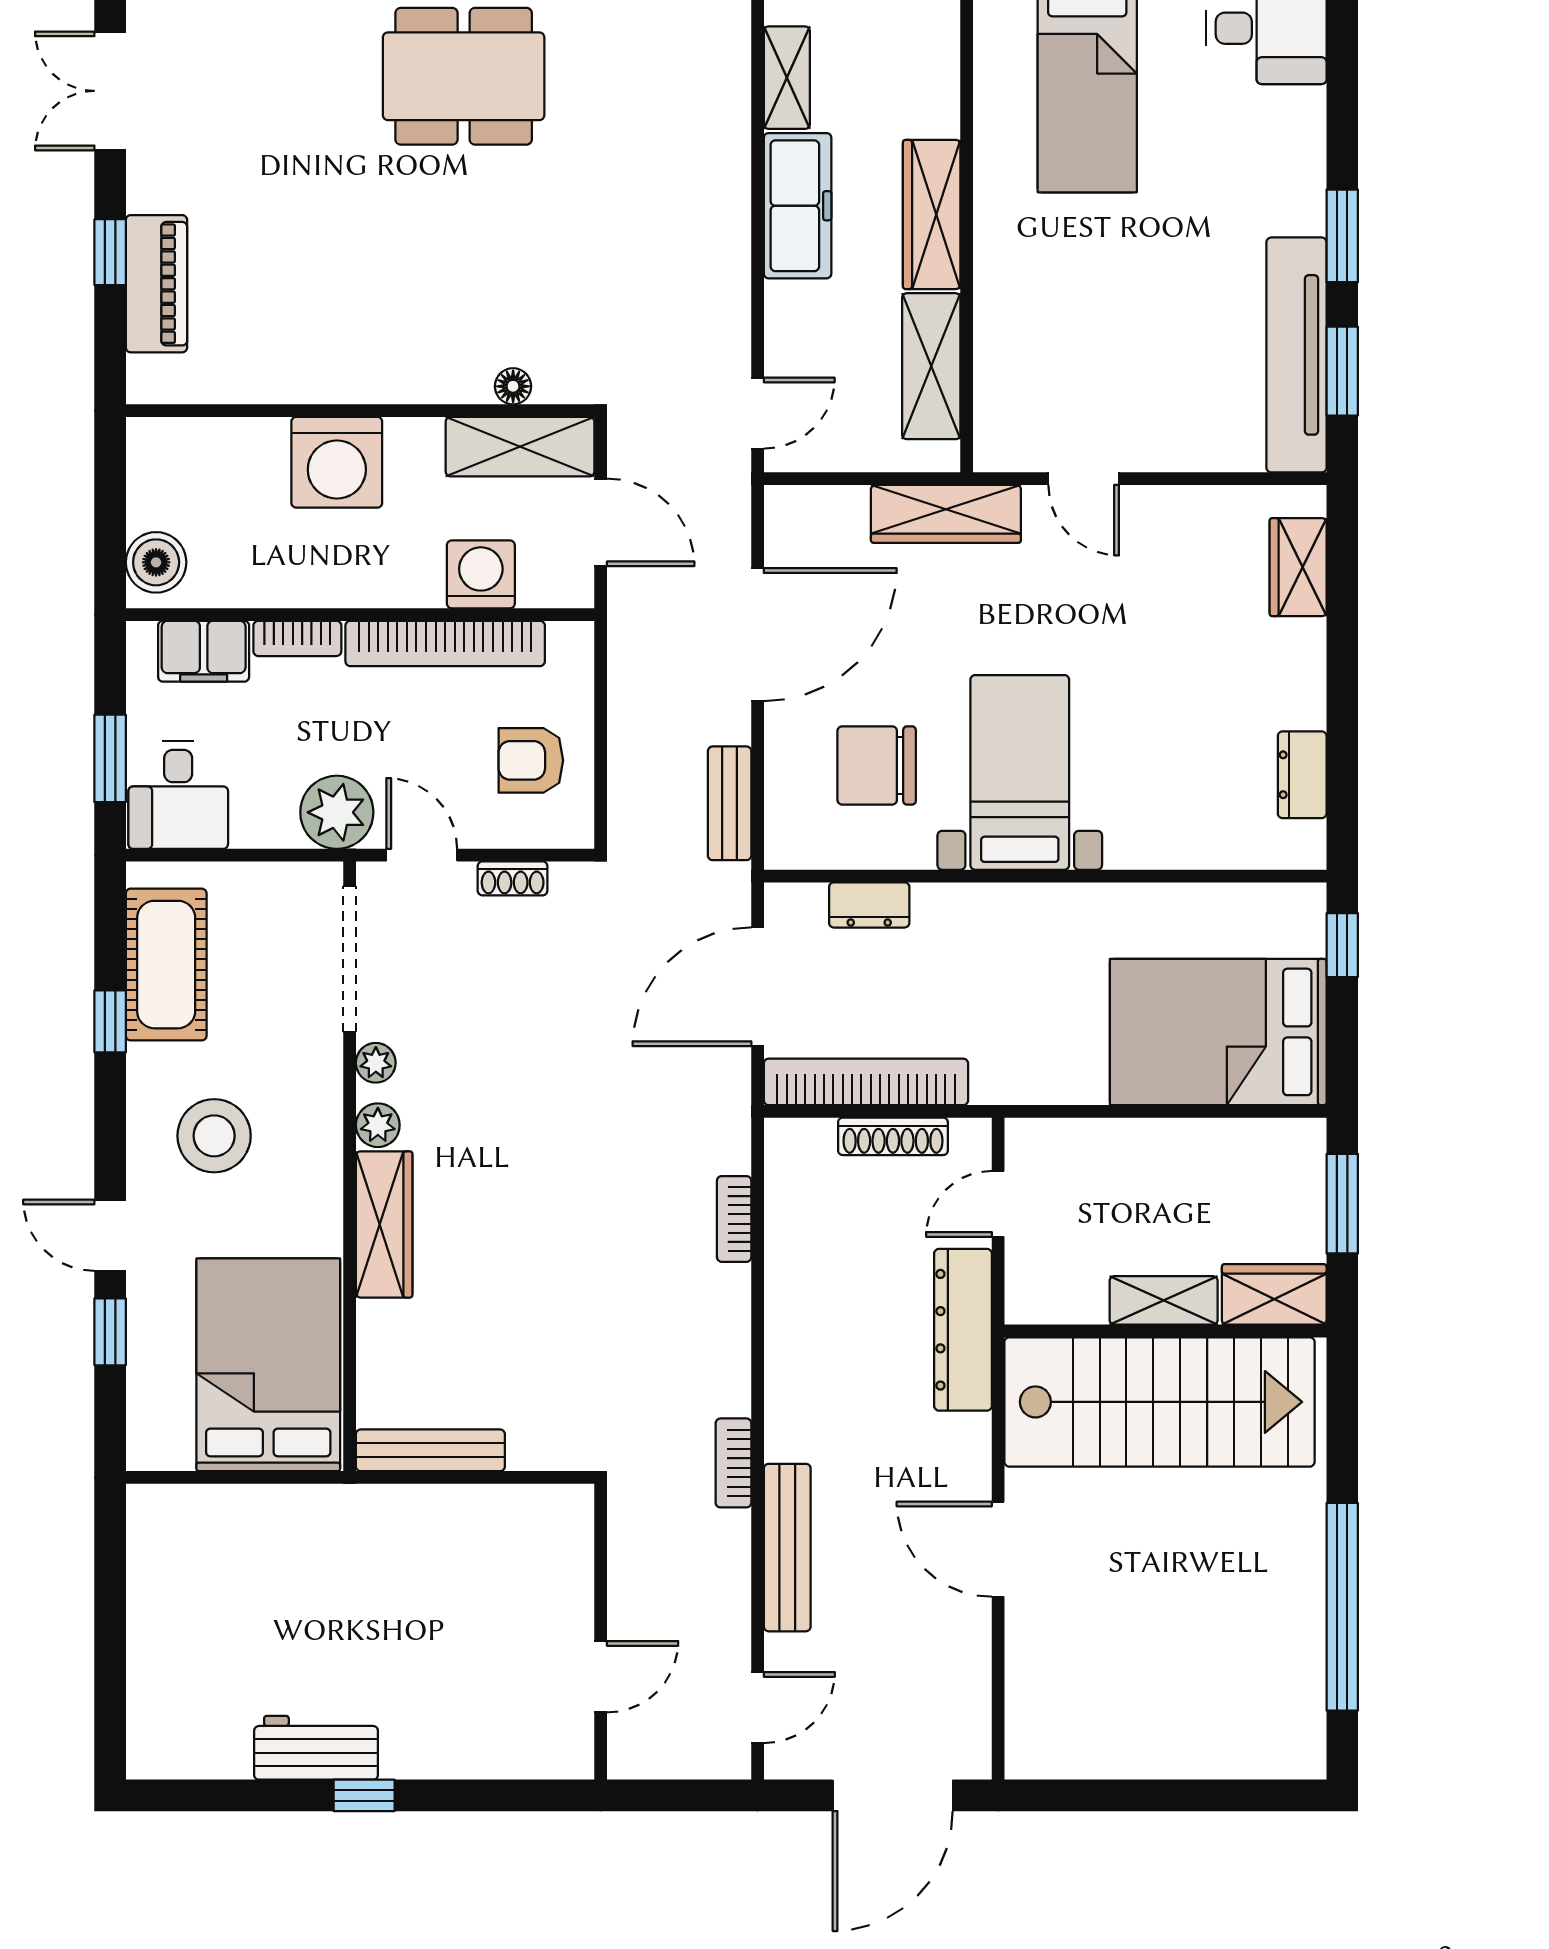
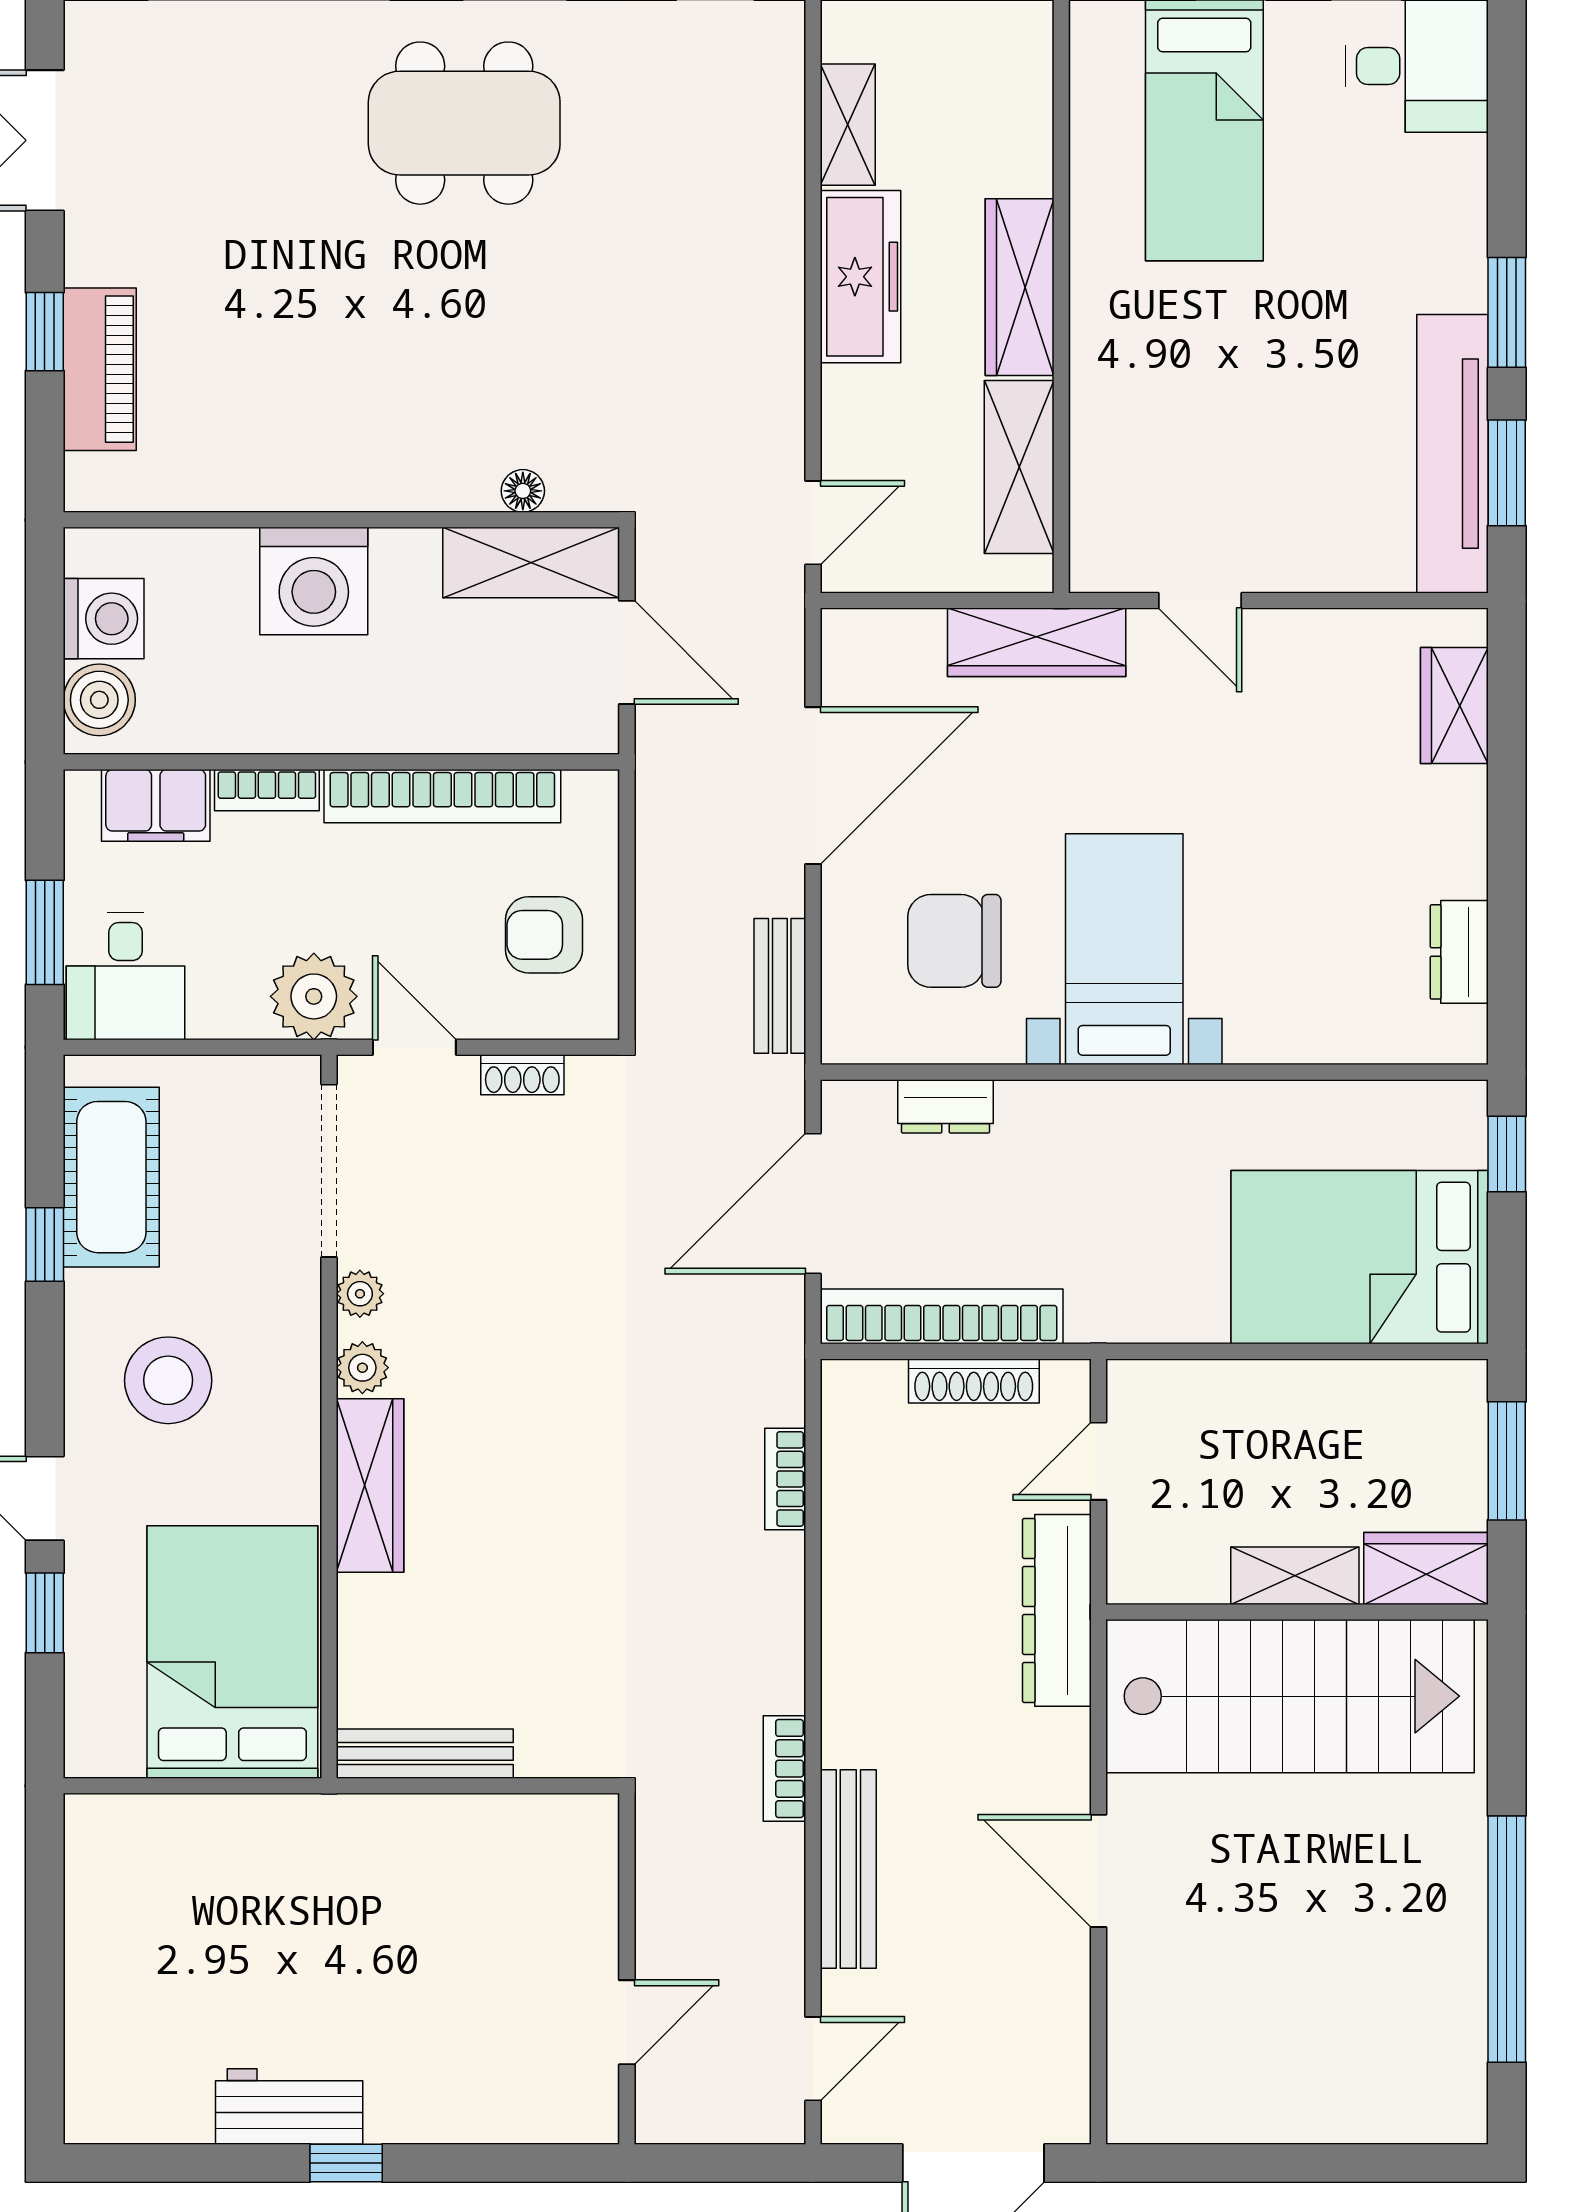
washing machine: (481, 574) -> (104, 619), moved, turned 90

